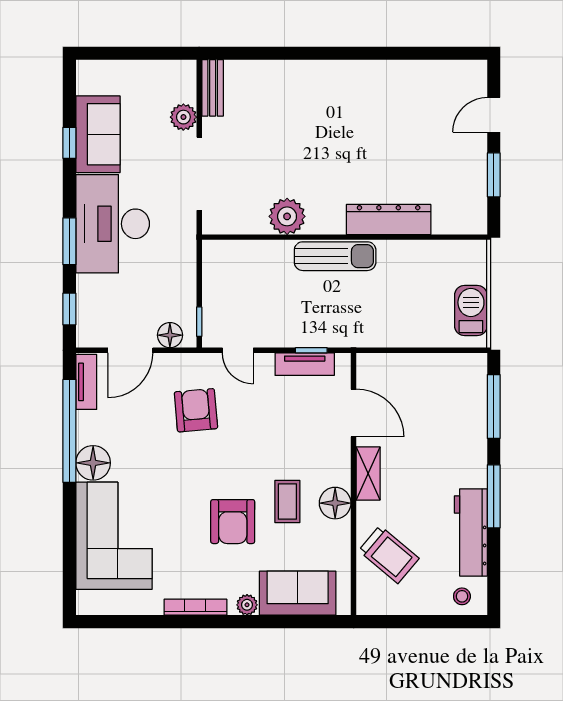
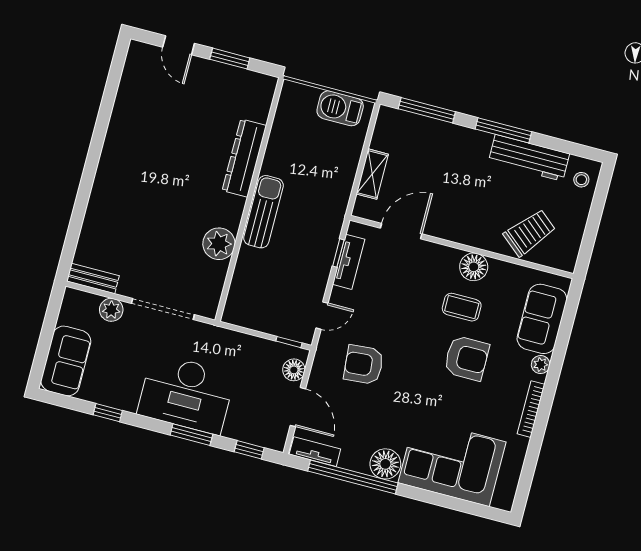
sofa: (98, 134) -> (66, 361), moved, turned 90
shelving: (368, 473) -> (372, 174), moved, turned 90

